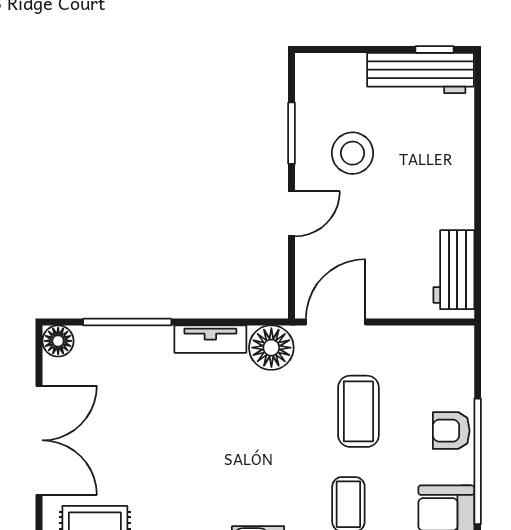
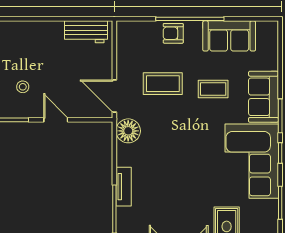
stool: (352, 153) -> (23, 87), width x0.53, depth x0.53
tv unit: (210, 339) -> (124, 187), moved
armchair: (451, 431) -> (173, 33), turned 90

